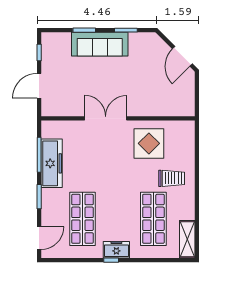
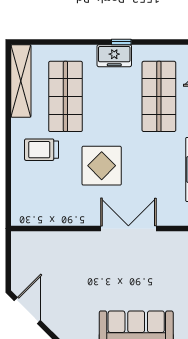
double door: (106, 118) -> (128, 229), swing flipped
display table: (149, 143) -> (102, 166), moved
shelving: (187, 239) -> (21, 81), width x1.47

